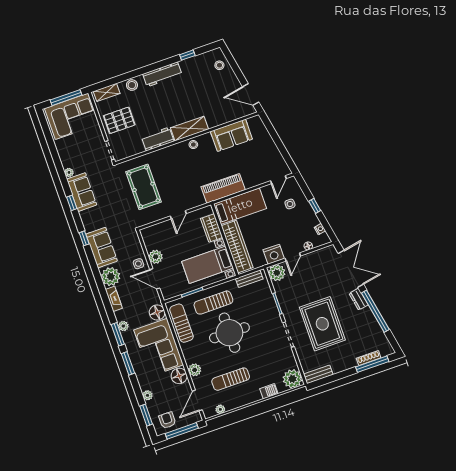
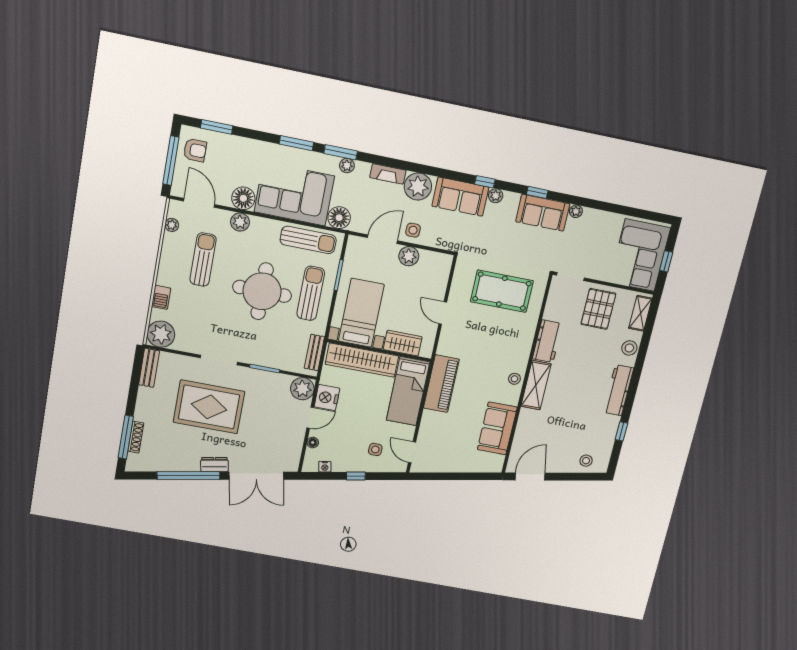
window: (66, 98) -> (666, 261), width x0.46
door: (293, 257) -> (310, 418), swing flipped
plant: (148, 395) -> (496, 196), moved

